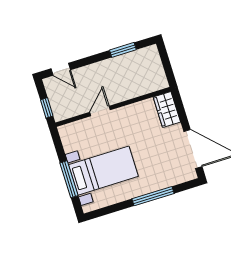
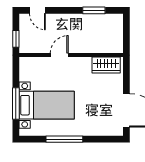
wardrobe: (167, 109) -> (106, 65), moved, turned -90
window: (153, 196) -> (64, 139), moved

